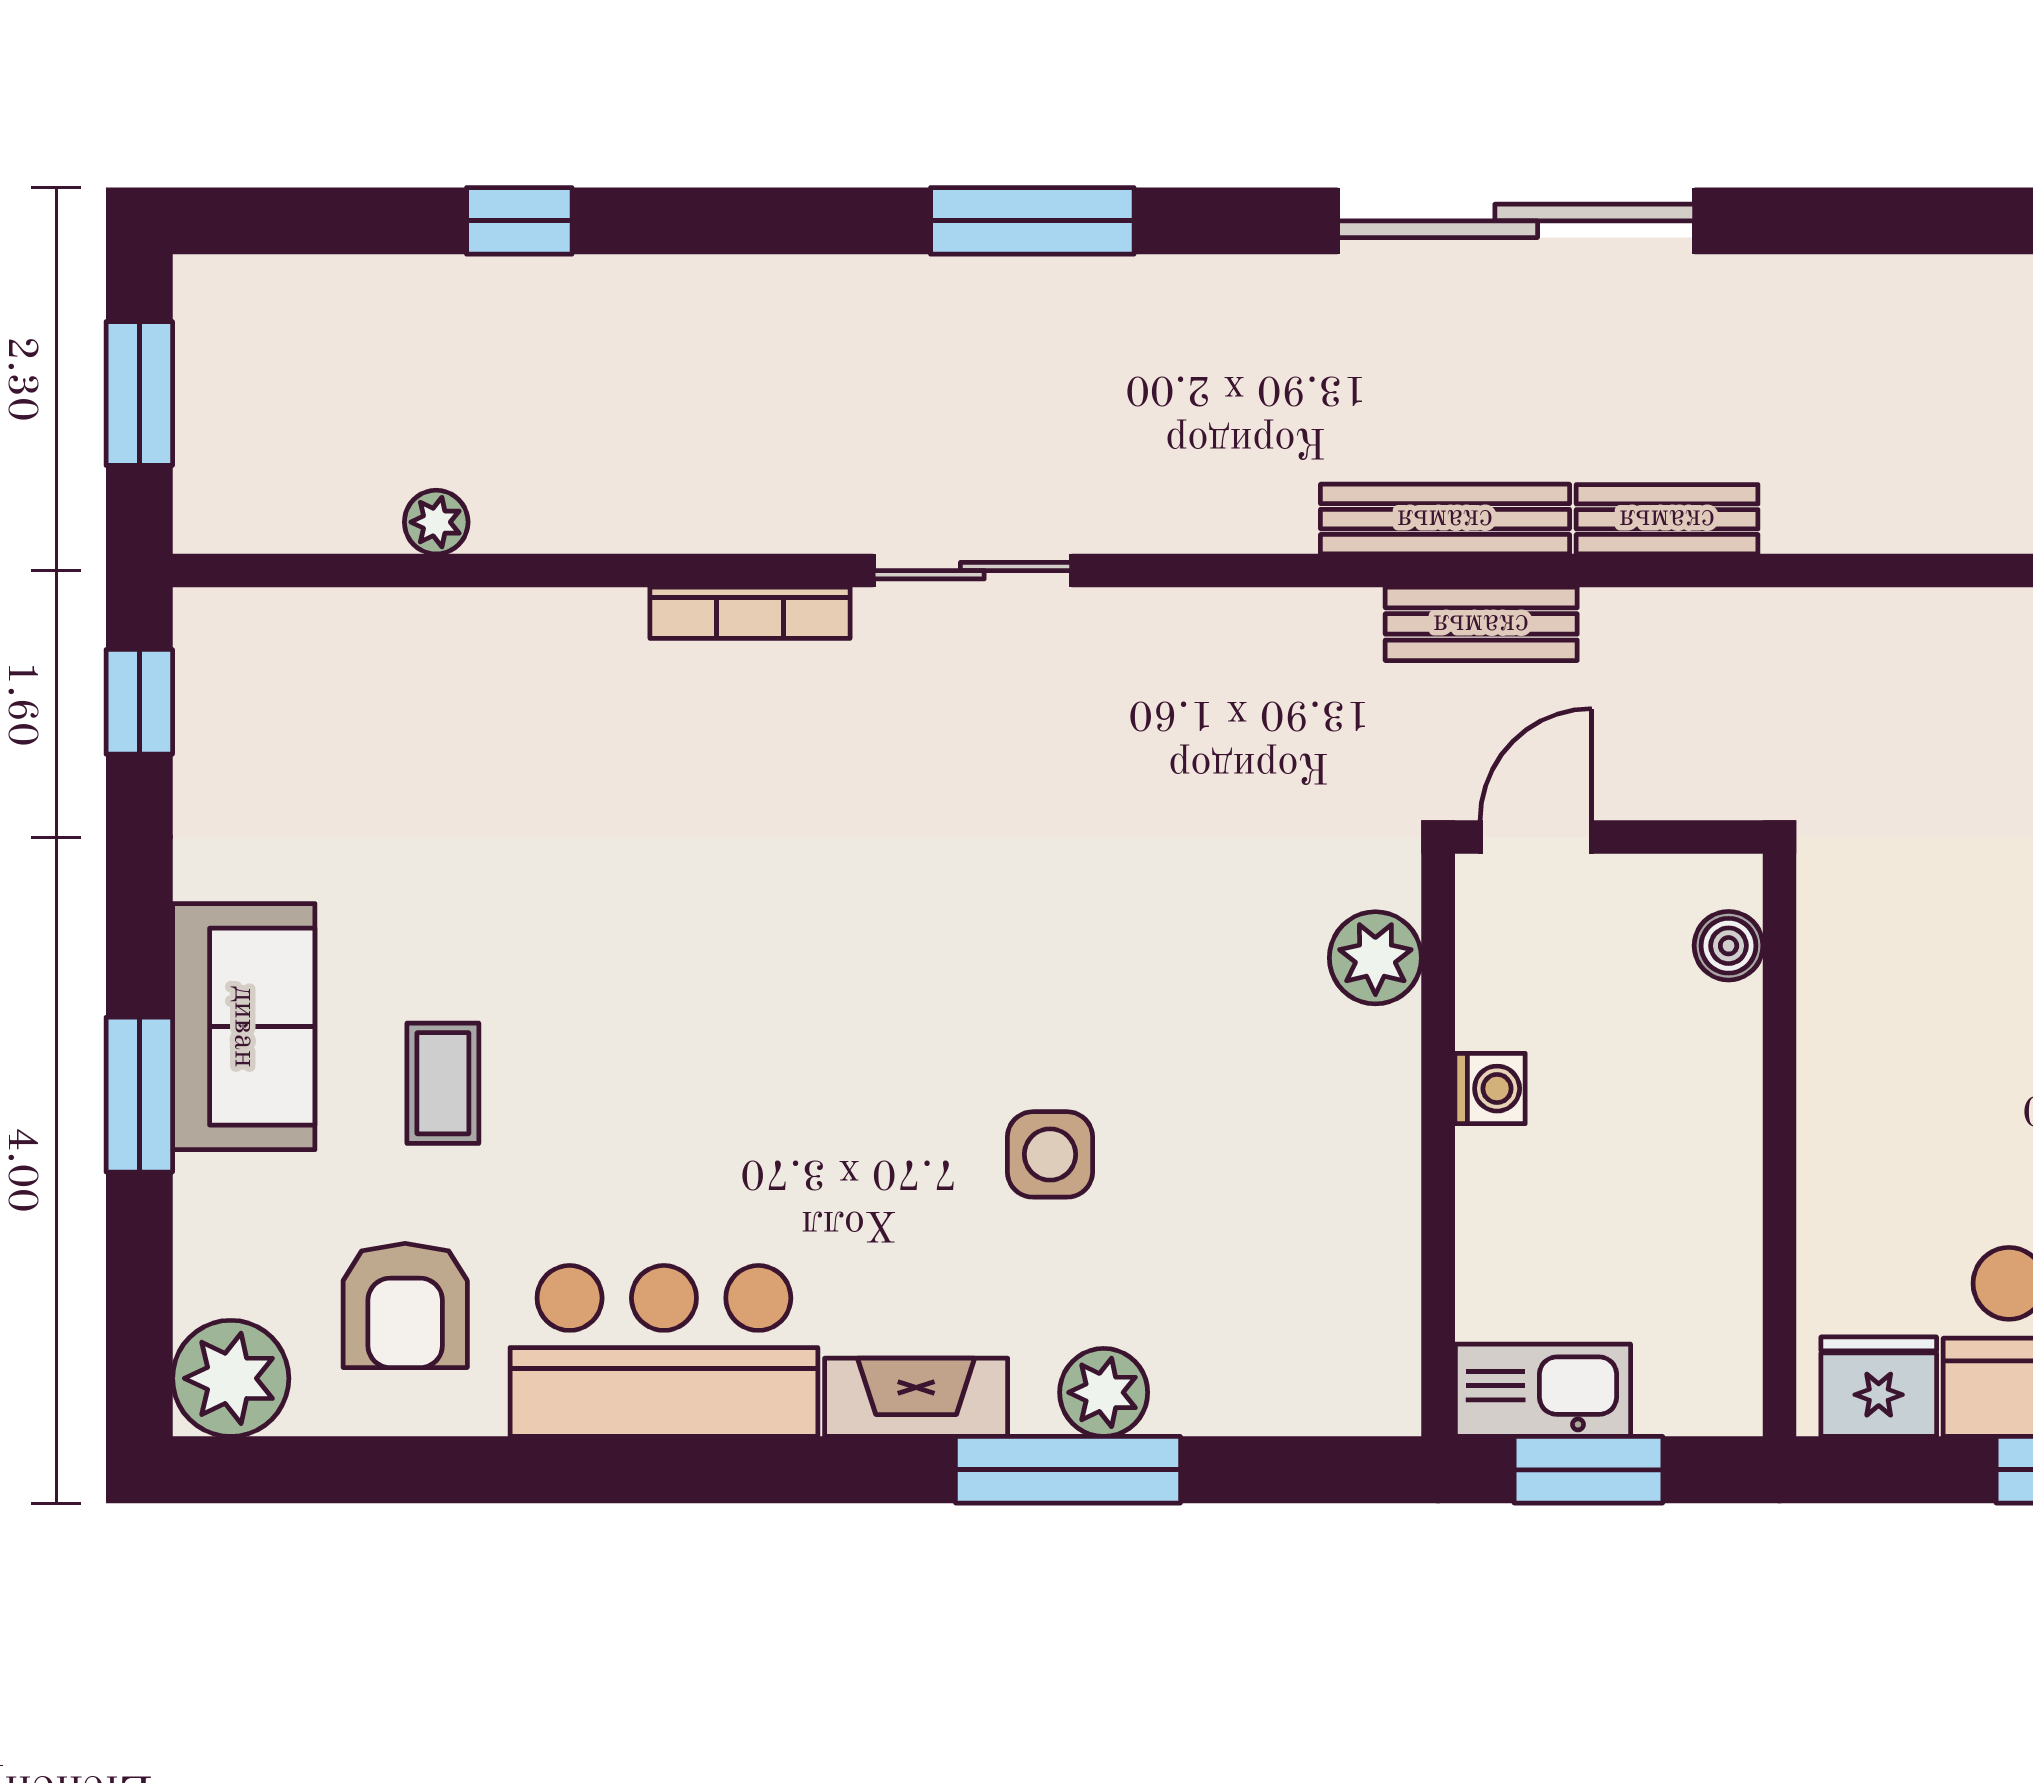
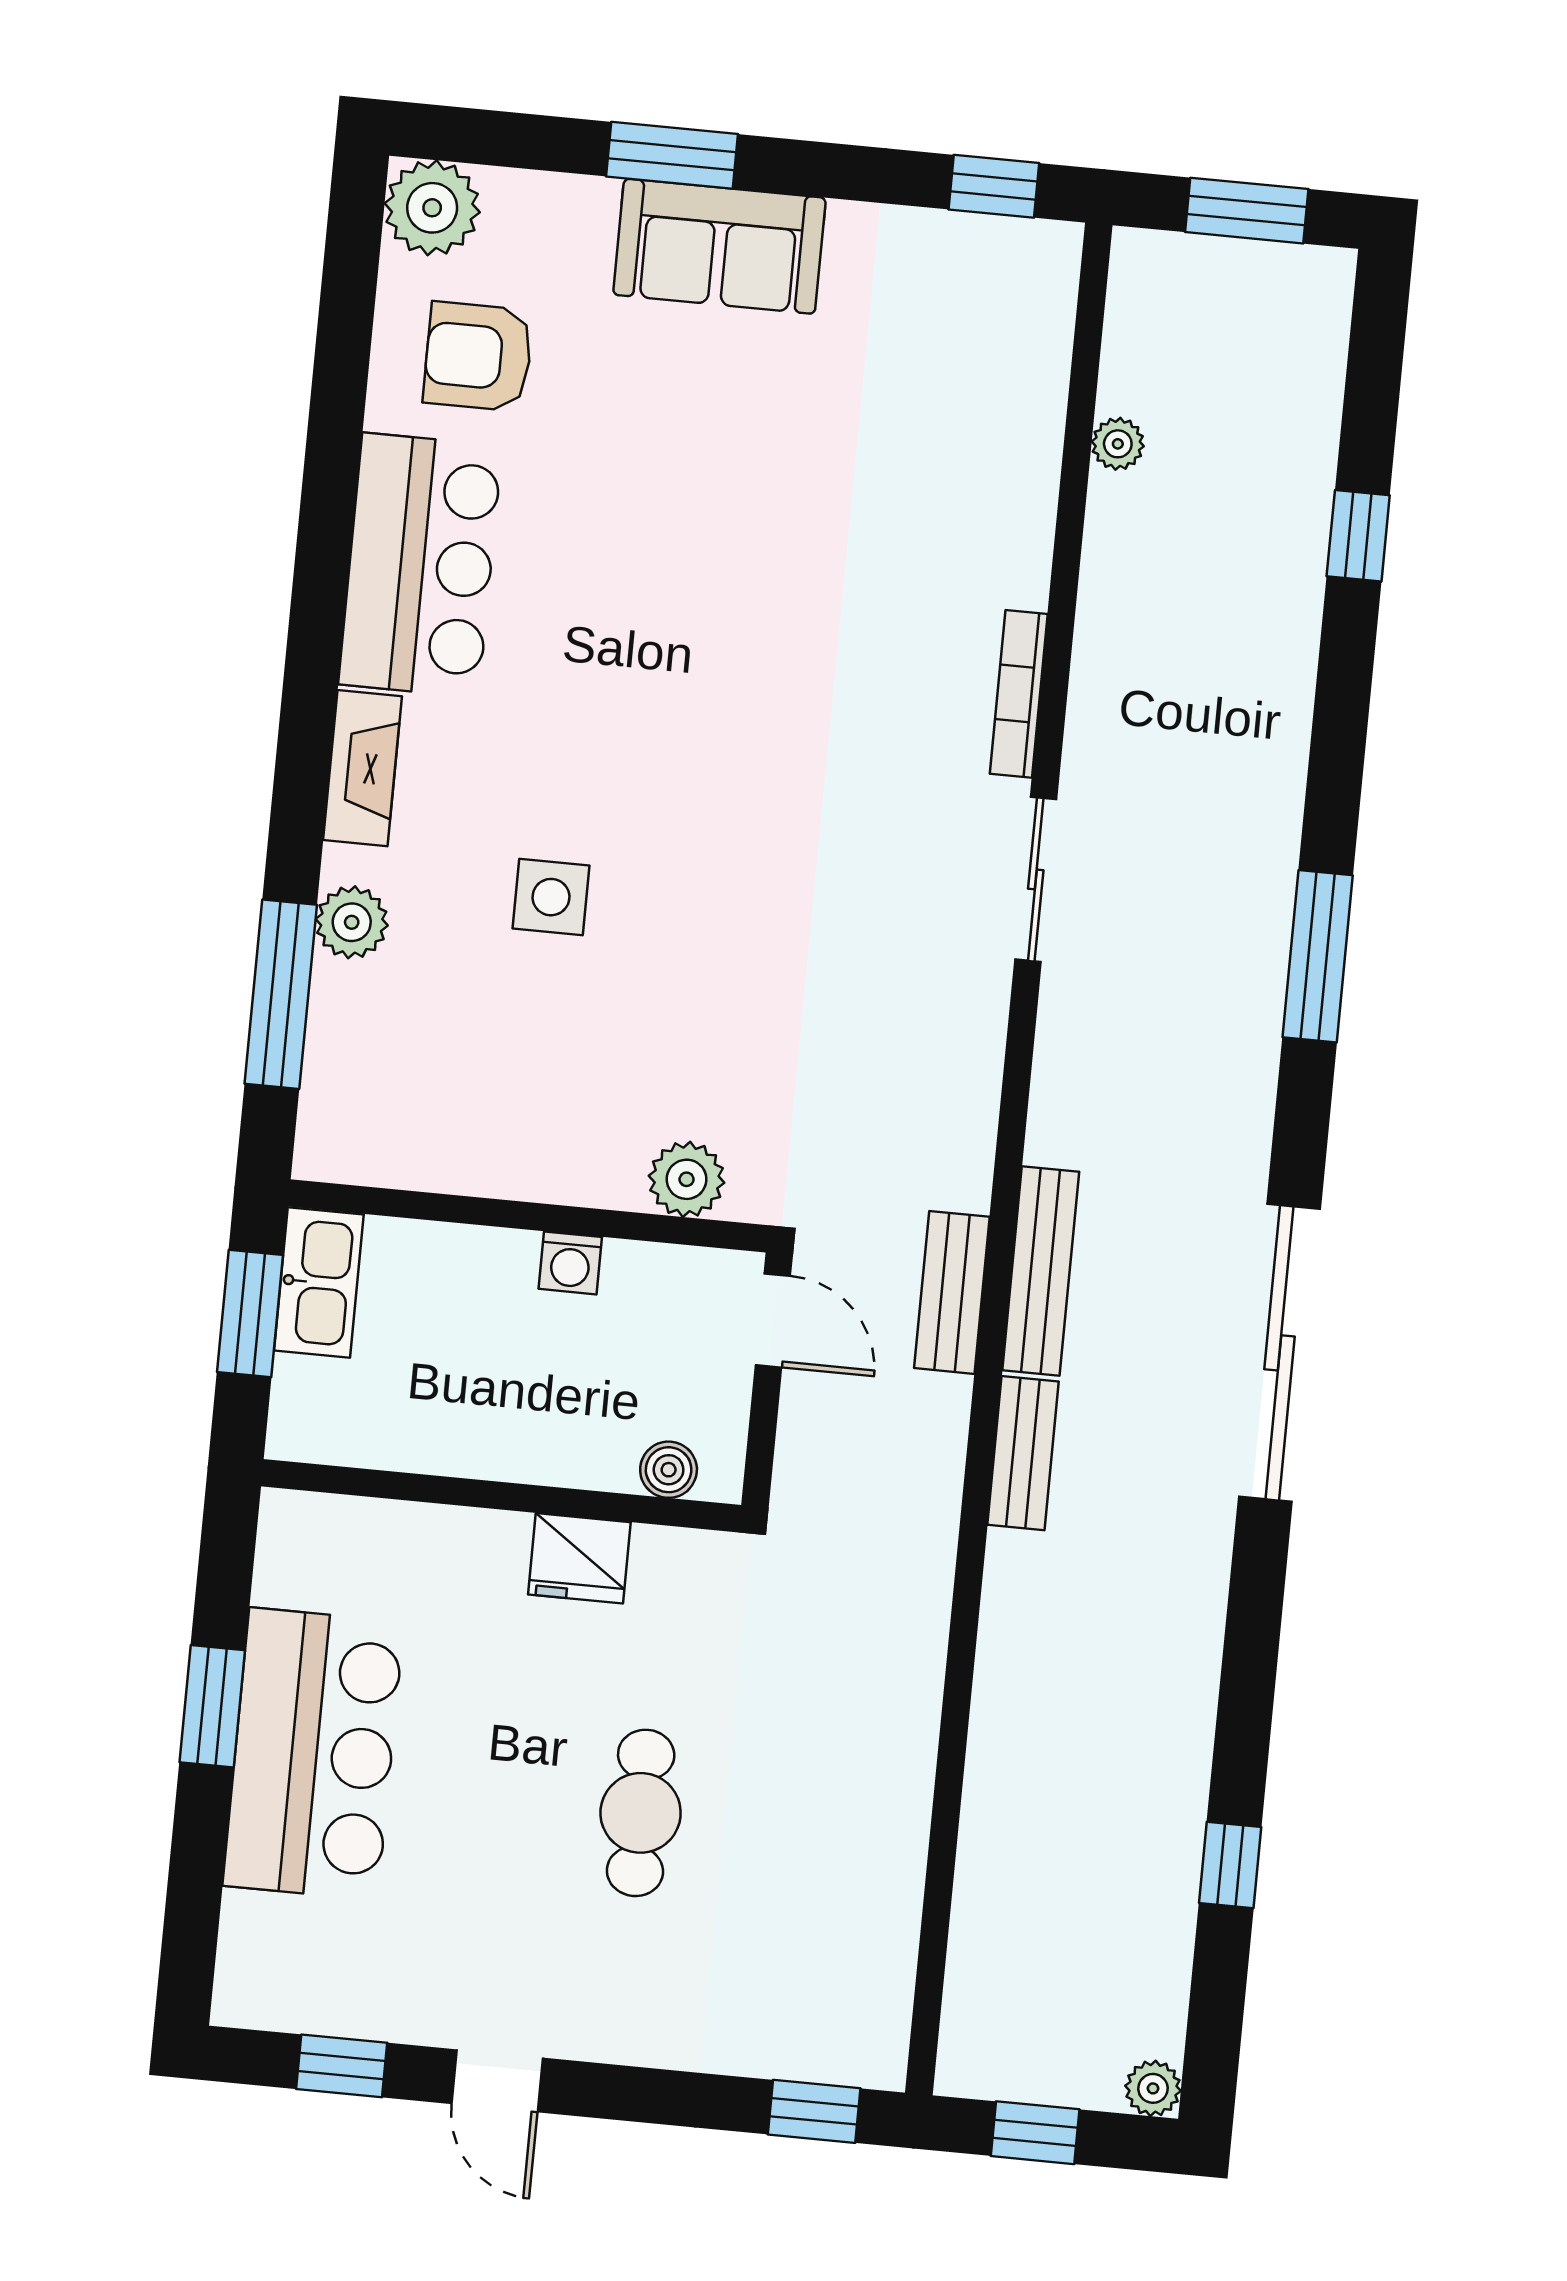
coffee table: (443, 1083) -> (657, 405), removed
fridge: (1879, 1387) -> (579, 1558), moved, turned 90
window: (1068, 1470) -> (281, 994), moved

